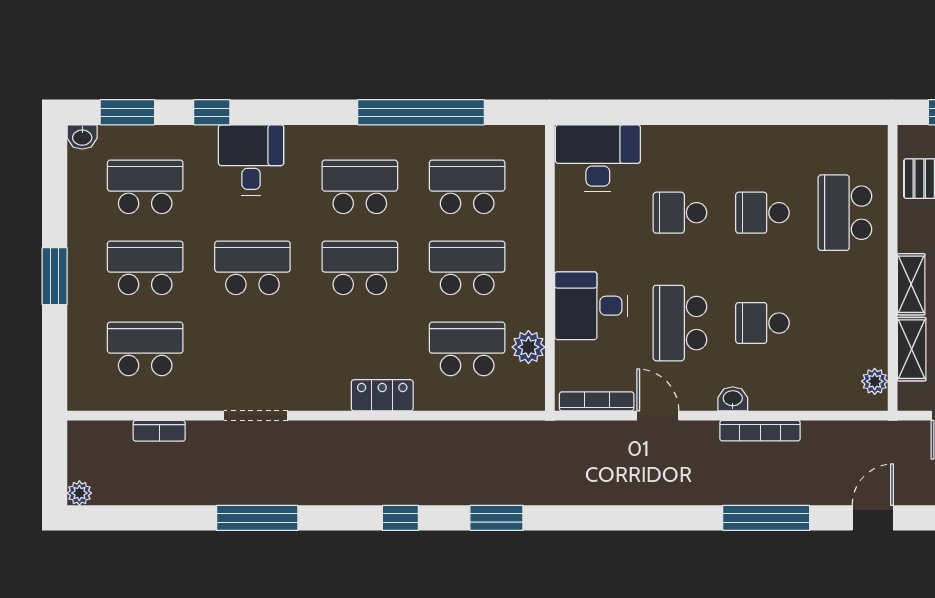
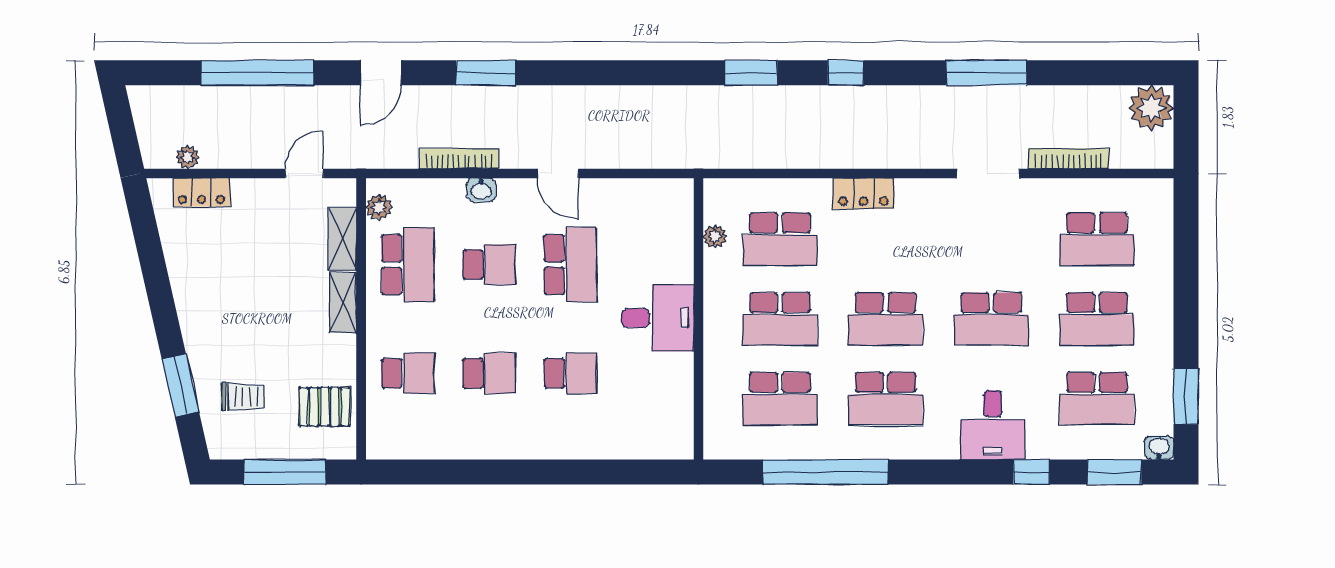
desk: (598, 158) -> (651, 427), removed
school desk: (845, 213) -> (408, 373), width x0.54
window: (55, 276) -> (1186, 396), moved
desk: (591, 306) -> (658, 318), moved
school desk: (845, 323) -> (408, 265), added
plant: (528, 347) -> (715, 236), width x0.73, depth x0.73
washbasin: (733, 399) -> (481, 190), moved
bookcase: (597, 401) -> (653, 187), removed
door: (658, 416) -> (558, 173), moved
bookcase: (159, 431) -> (1069, 159), width x1.56
bookcase: (760, 431) -> (459, 159), moved
plant: (79, 493) -> (1151, 108), width x1.88, depth x1.88
window: (766, 518) -> (486, 73), width x0.69

